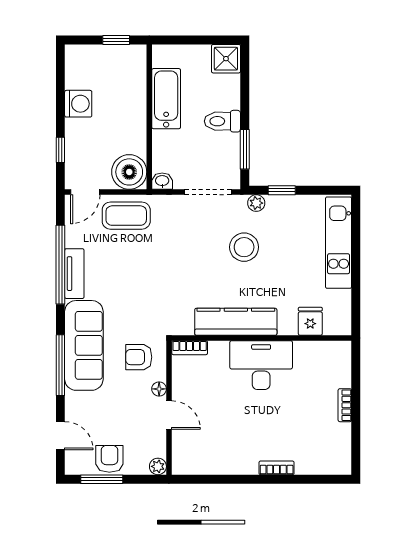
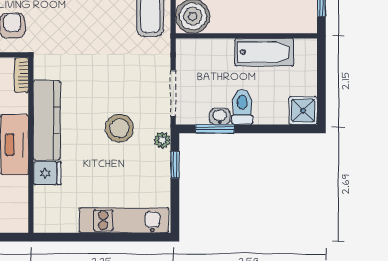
washbasin: (162, 181) -> (220, 117), moved, turned -90
fridge: (310, 321) -> (47, 173), moved

